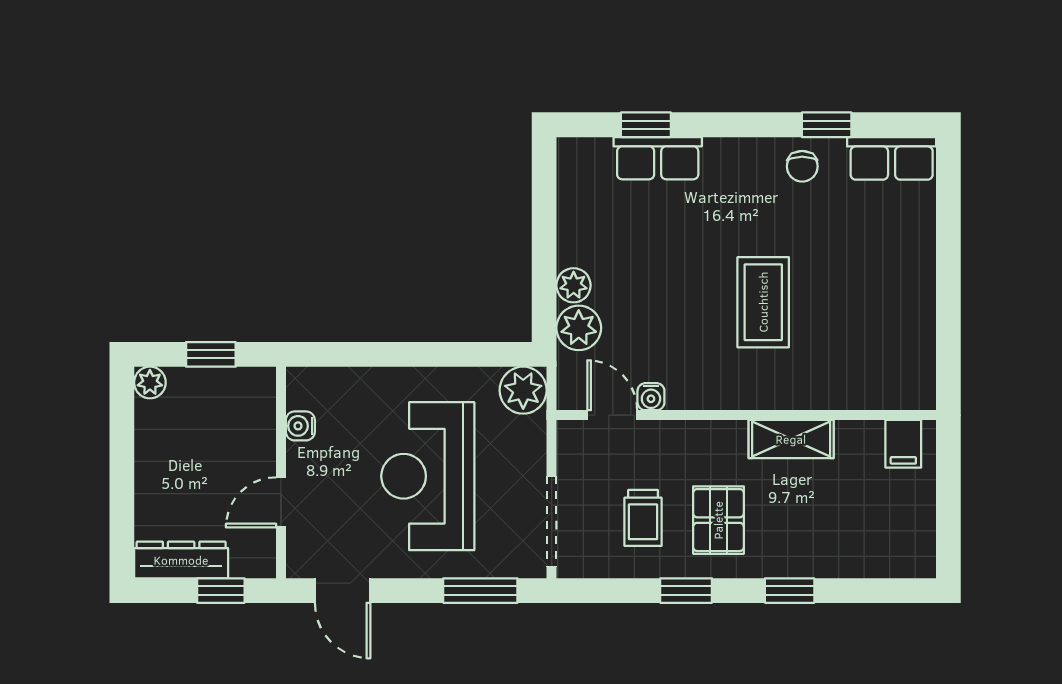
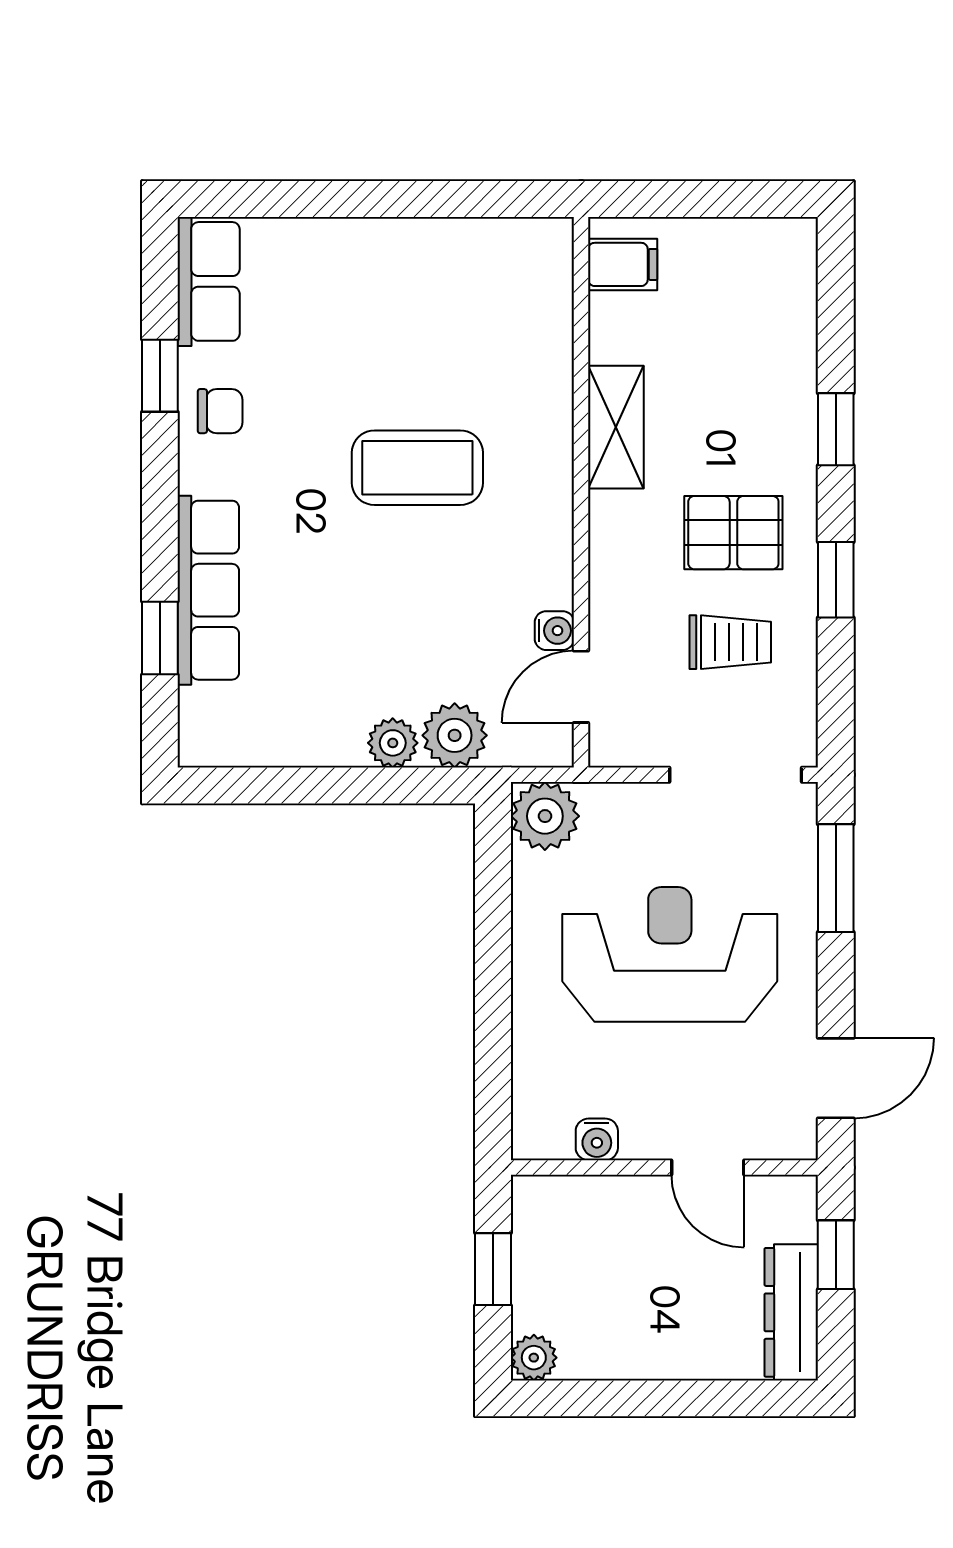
row of seats: (658, 158) -> (208, 590), width x1.48
reception desk: (428, 476) -> (670, 954), turned 180

